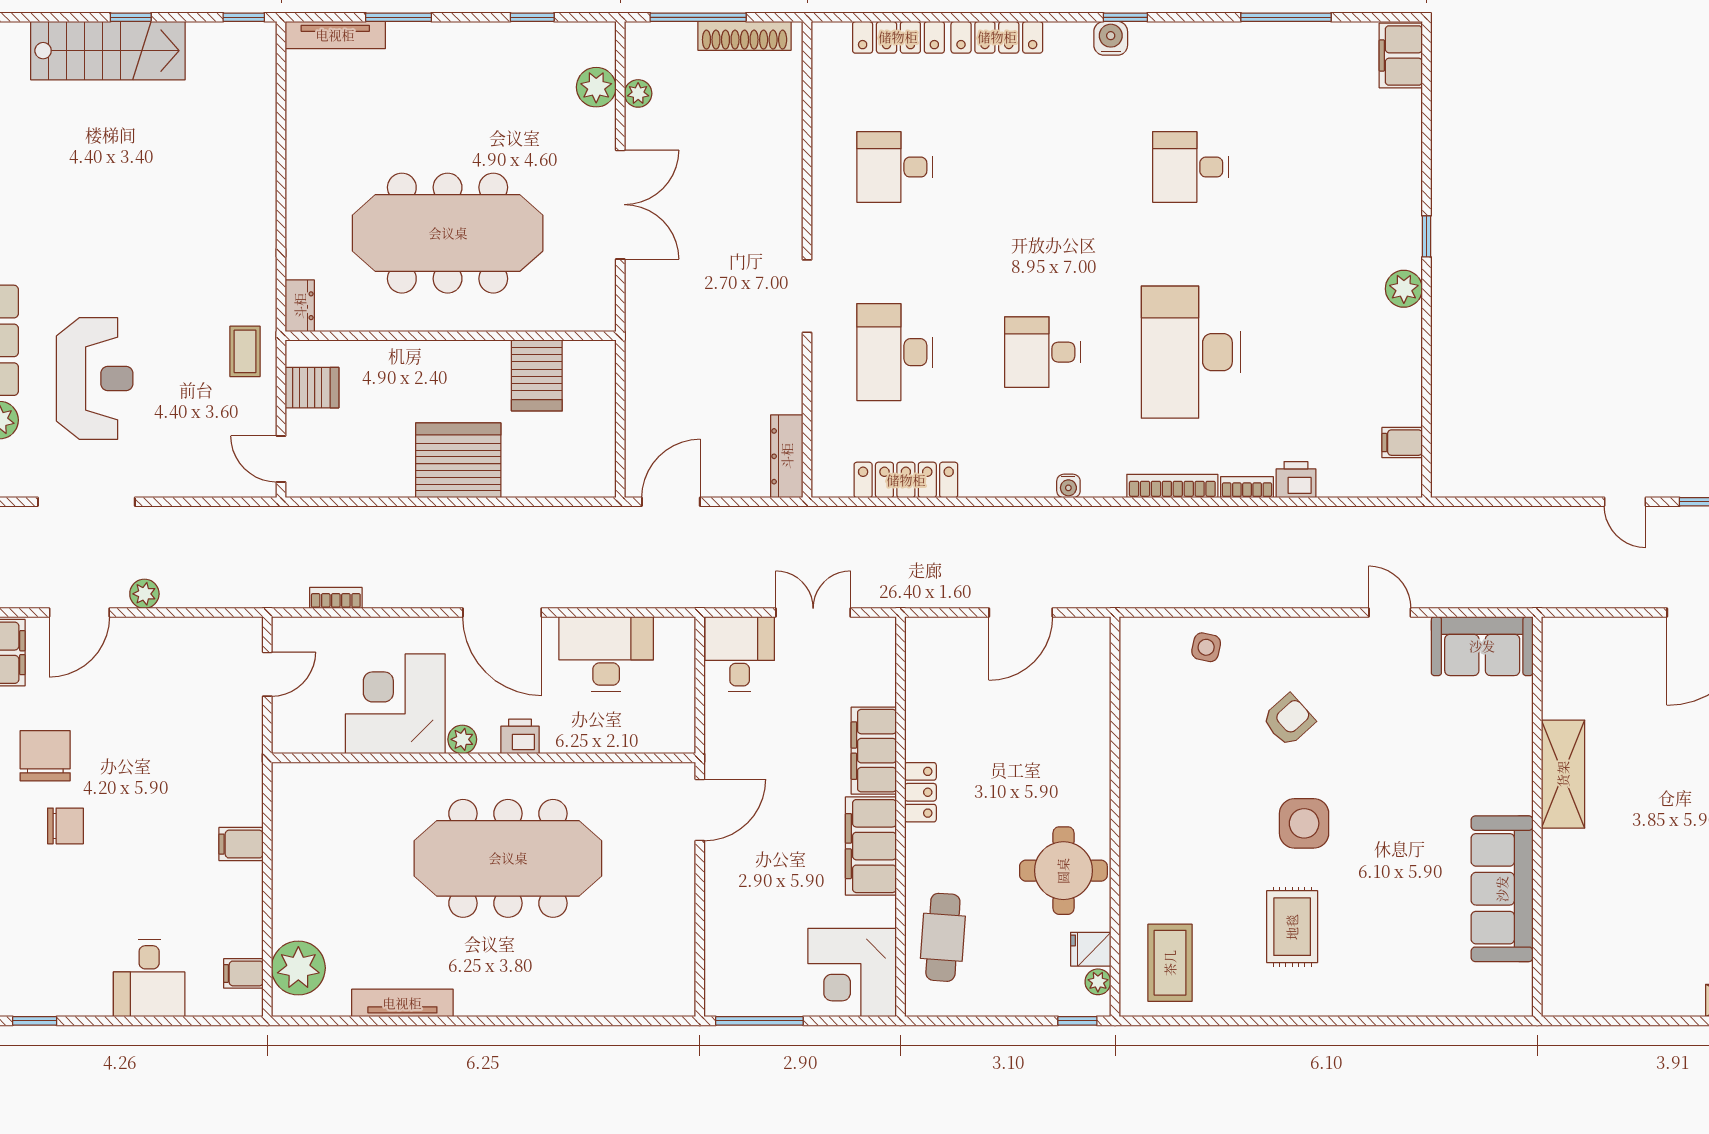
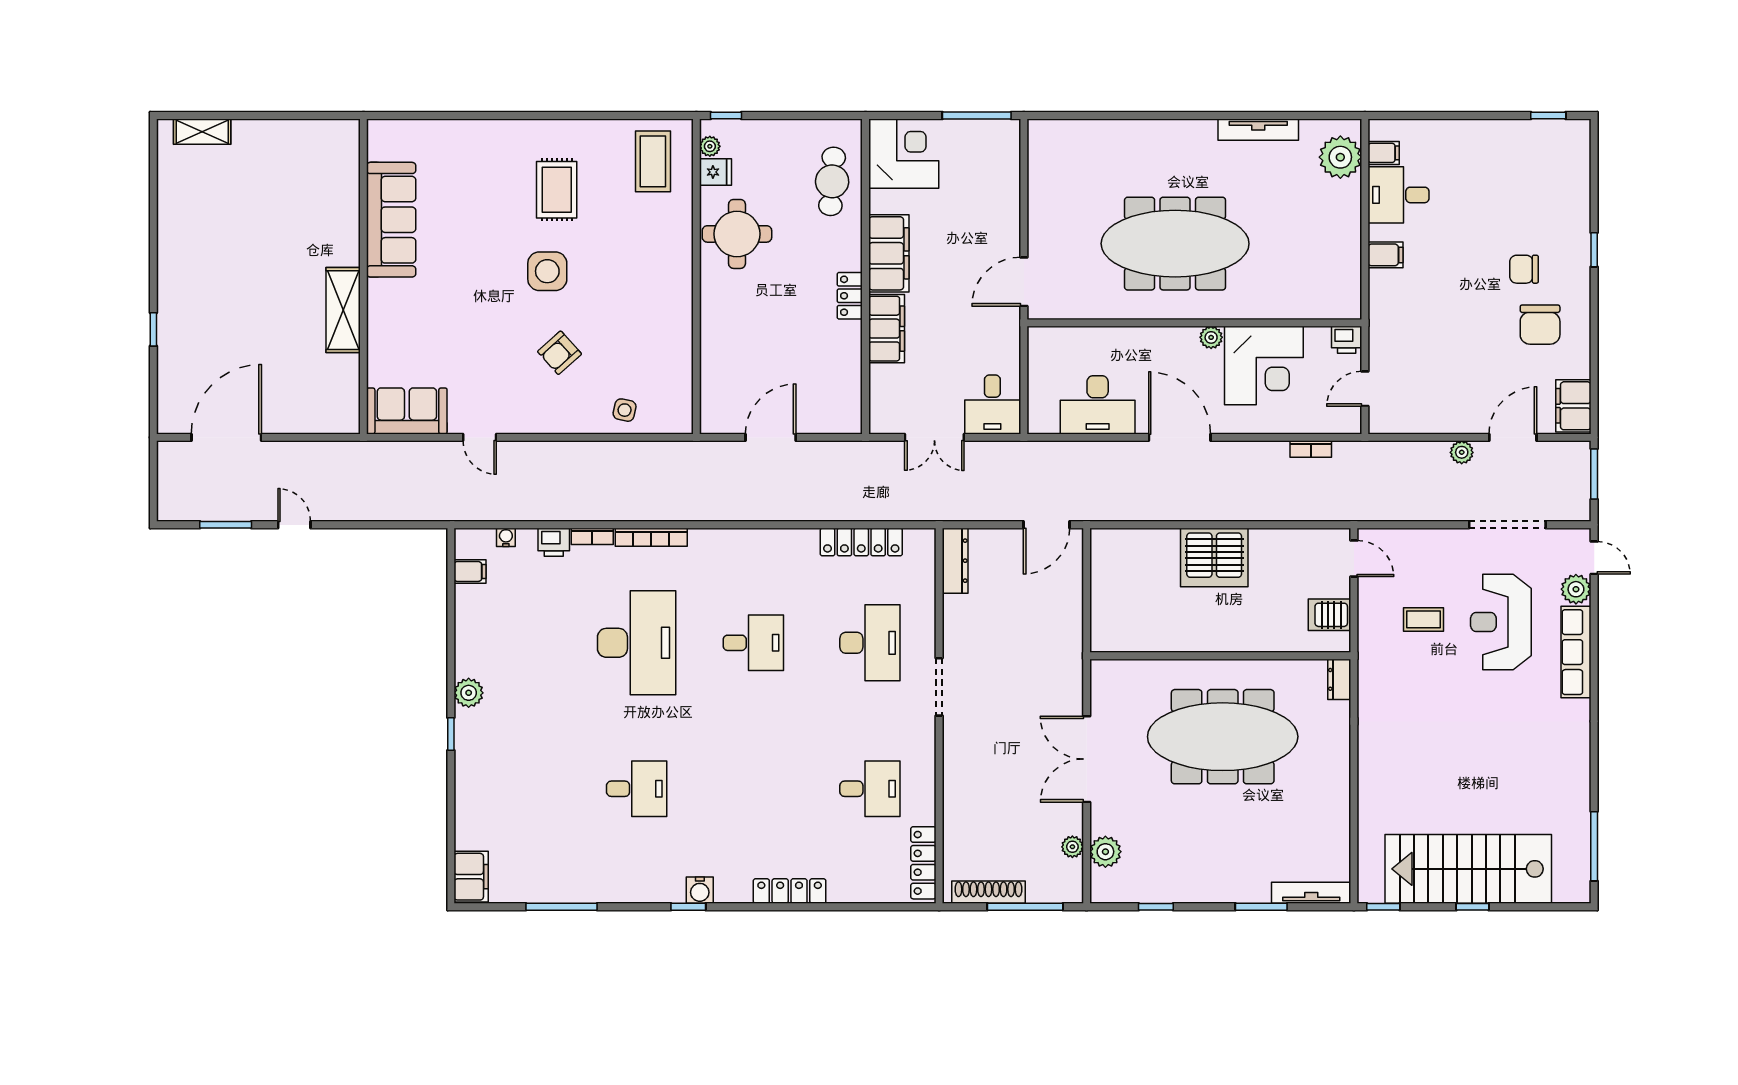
locker: (898, 37) -> (923, 863), moved, turned -90
stairs: (108, 51) -> (1468, 869), width x1.36, depth x1.51
coffee table: (245, 351) -> (1423, 619), moved, turned 90
server rack: (537, 375) -> (1152, 624), removed
water cooler: (1068, 486) -> (506, 537), moved
printer: (520, 736) -> (1347, 340), moved
desk: (149, 978) -> (1399, 195), moved, turned -90

